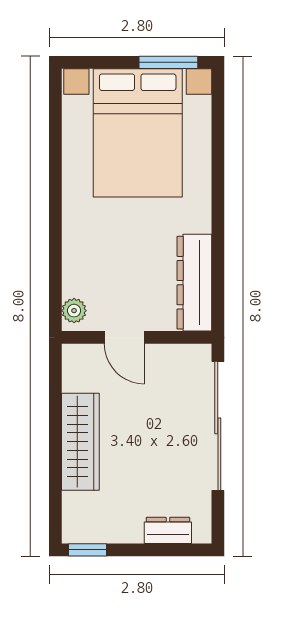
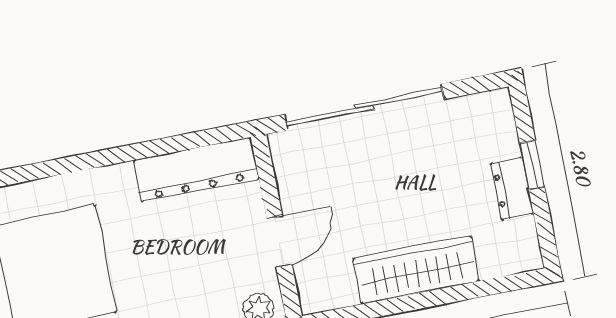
dresser: (168, 530) -> (512, 189), moved
window: (87, 550) -> (532, 165), moved

